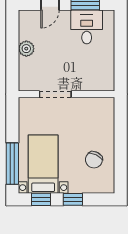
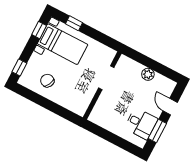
window: (12, 164) -> (74, 23), width x0.46
window: (73, 199) -> (19, 68), moved

